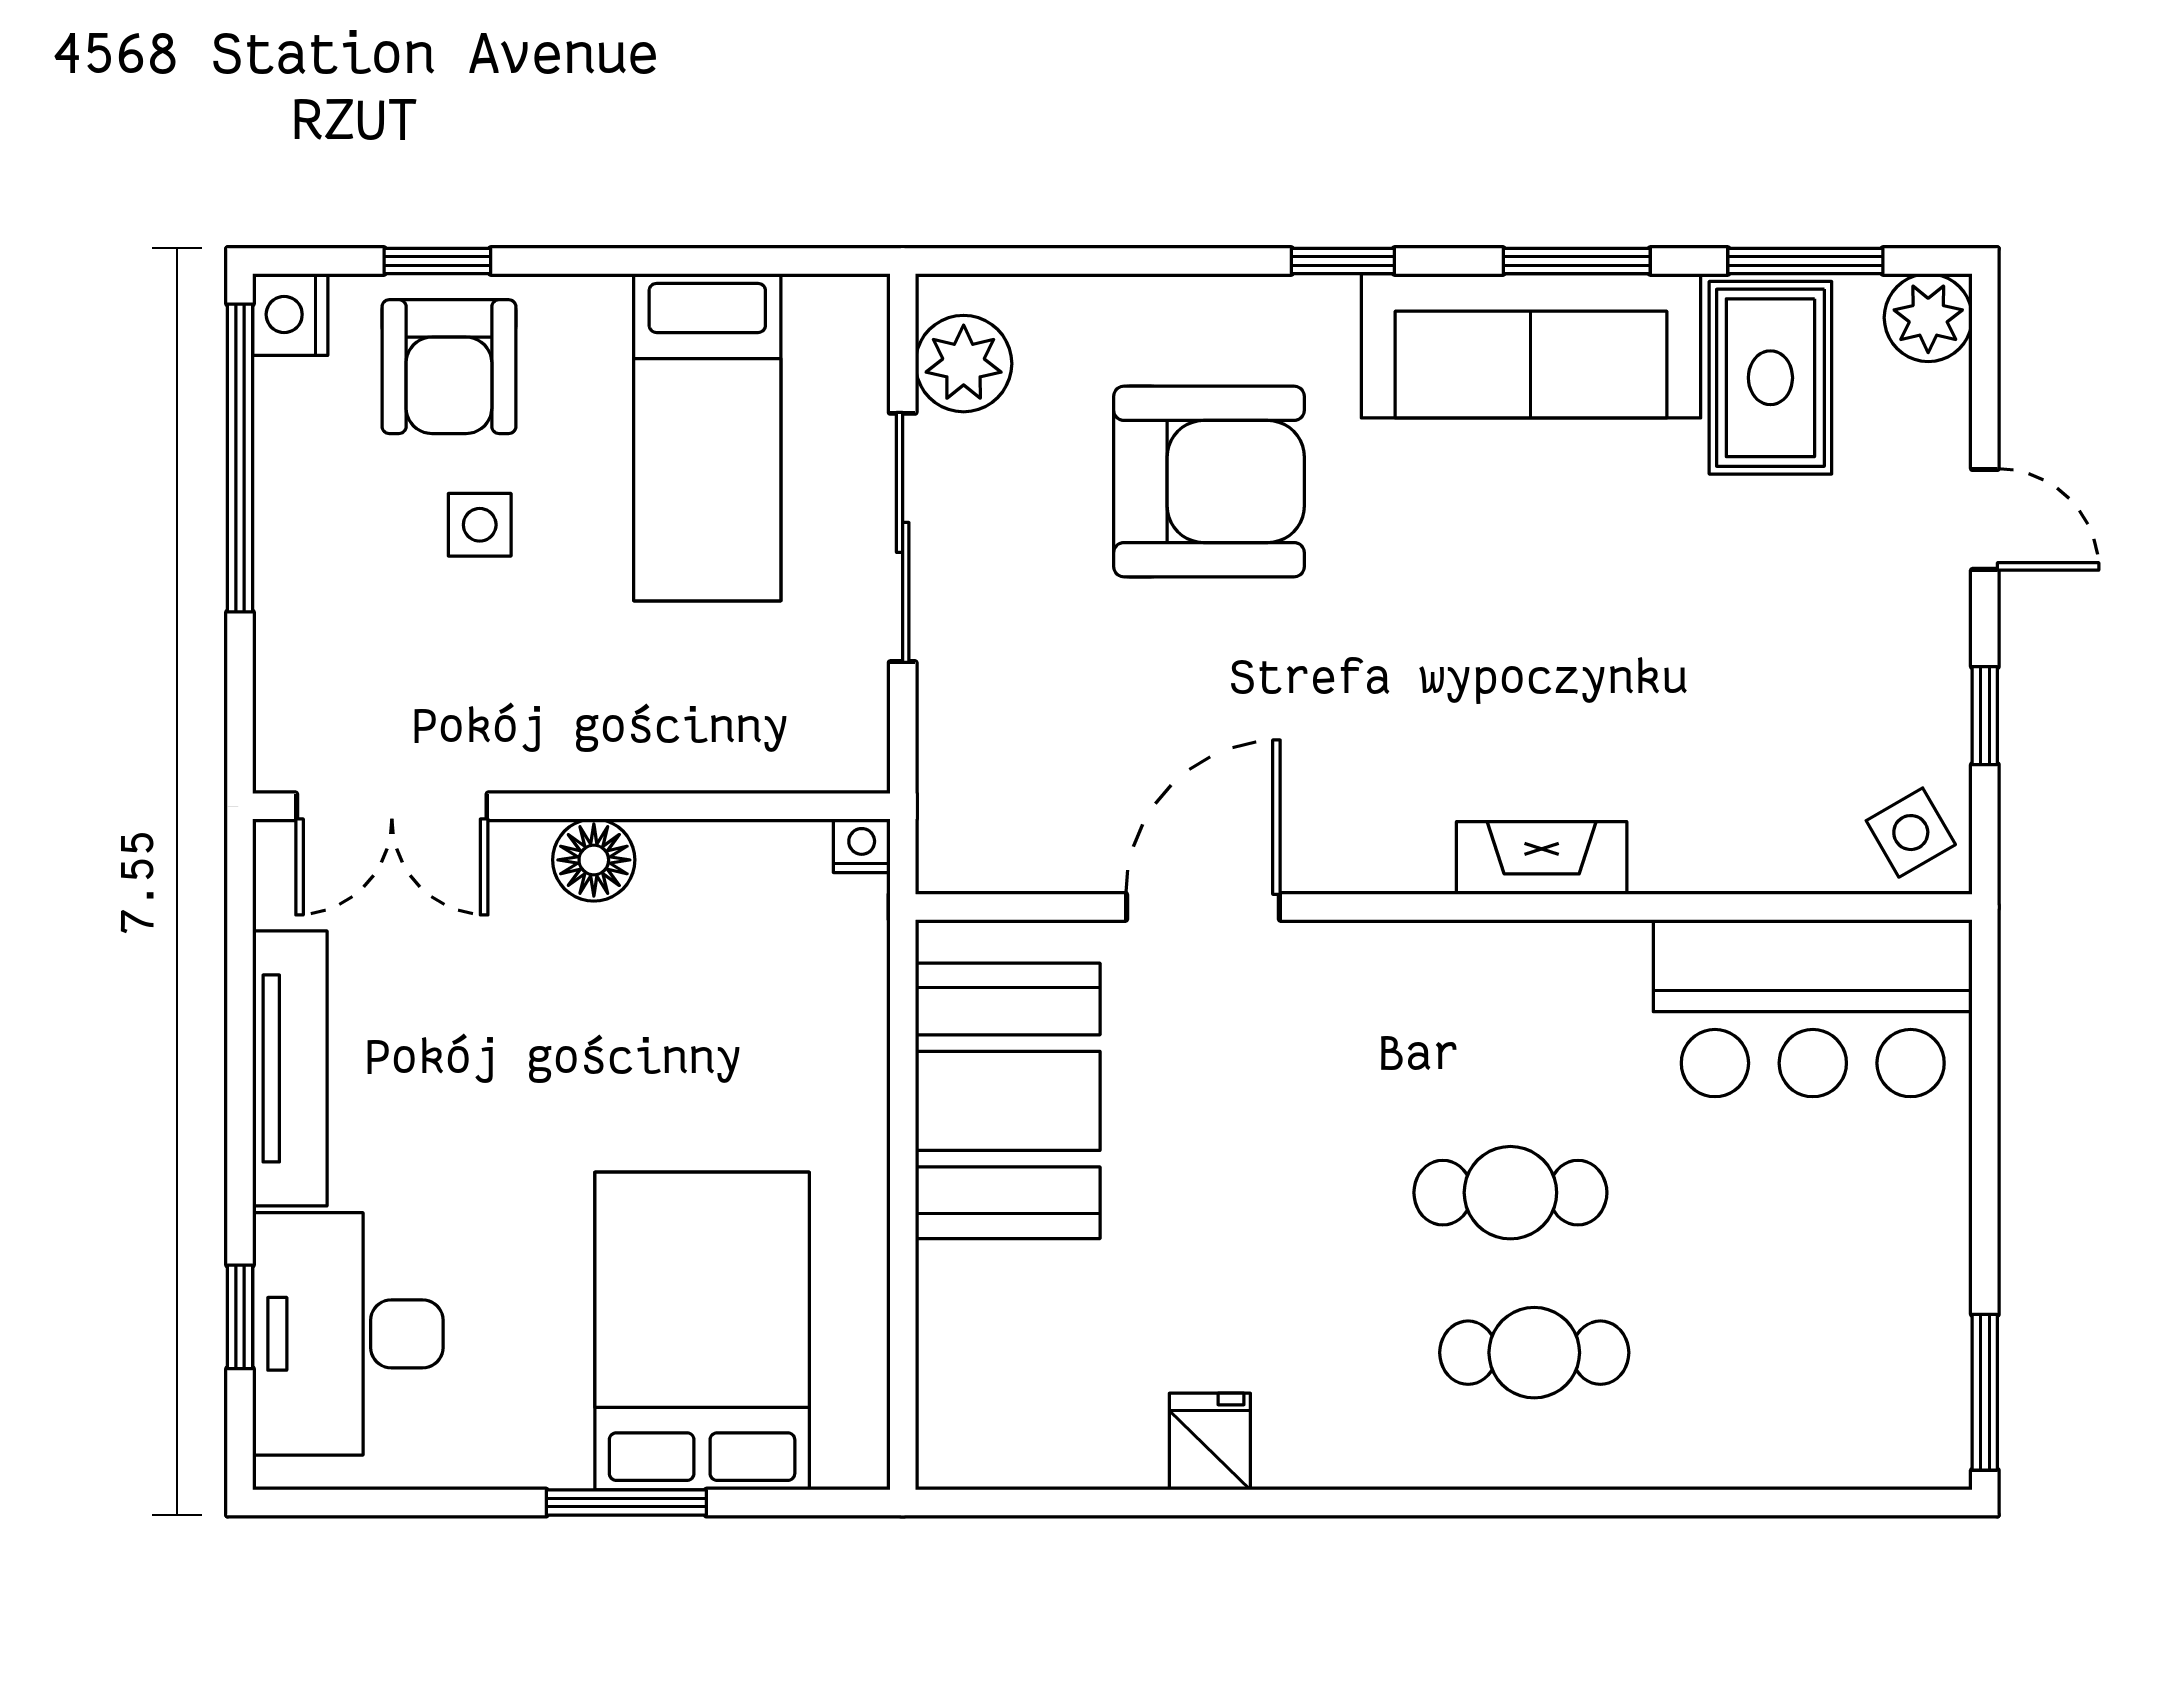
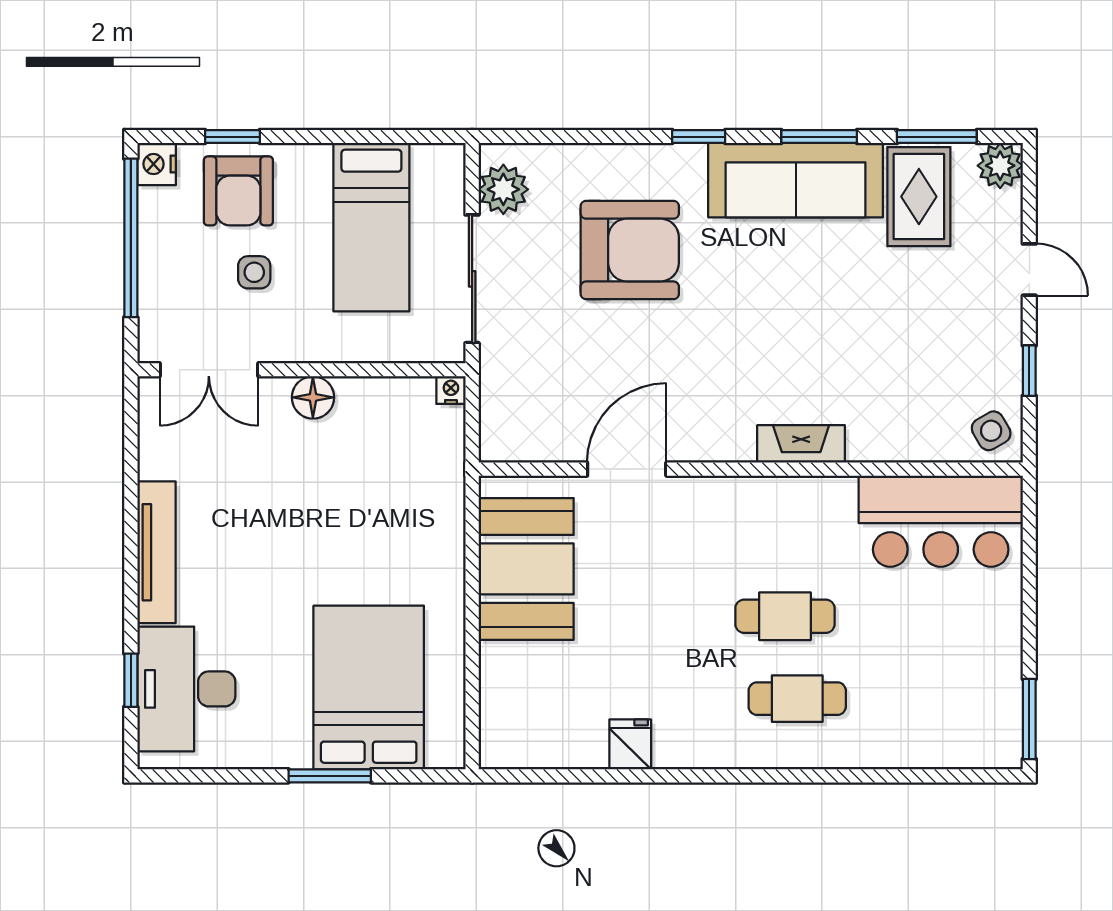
double door: (392, 806) -> (209, 370), moved
wall: (571, 806) -> (301, 370), moved
nightstand: (862, 846) -> (451, 390), moved
floor lamp: (594, 860) -> (313, 397), moved

